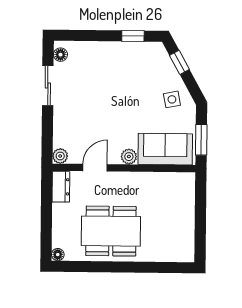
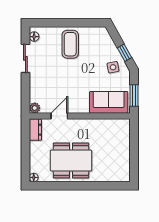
window: (133, 36) -> (85, 23), removed
window: (179, 62) -> (125, 53), moved
coffee table: (112, 66) -> (70, 44), added
plant: (129, 157) -> (83, 108), removed

